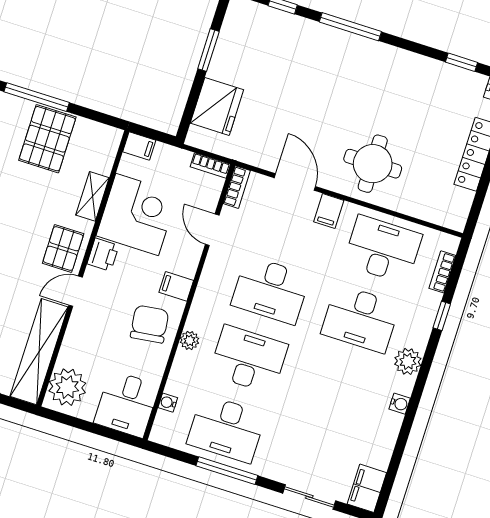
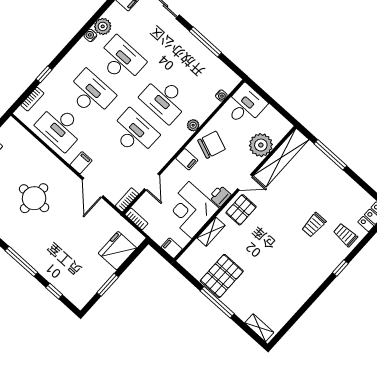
round table: (373, 164) -> (34, 198), moved
chair: (150, 324) -> (212, 145), turned -152
plant: (408, 361) -> (103, 26), moved
plant: (67, 387) -> (261, 145), moved
desk: (226, 429) -> (121, 60), moved

